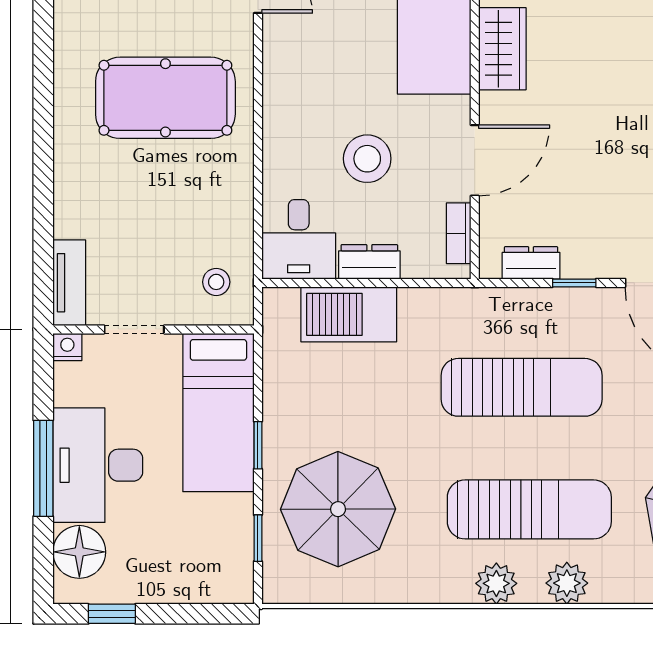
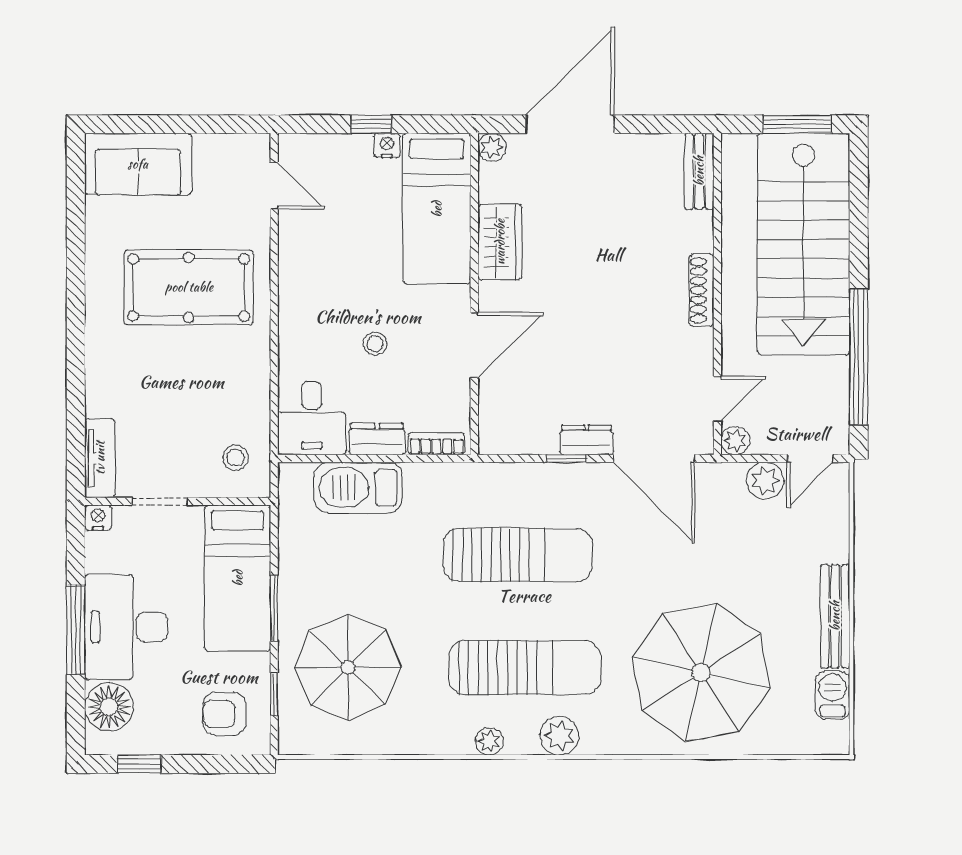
stool: (367, 159) -> (375, 344), width x0.53, depth x0.53
bookcase: (459, 233) -> (436, 444), moved, turned 90
dresser: (531, 263) -> (586, 440), moved
window: (258, 445) -> (274, 608), width x1.50
armchair: (204, 559) -> (224, 714), added
plant: (496, 583) -> (489, 741), width x0.73, depth x0.73

